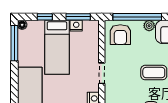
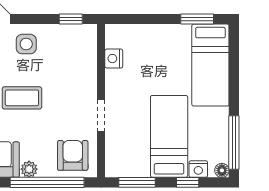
nightstand: (76, 26) -> (198, 169), moved
doorway: (102, 73) -> (101, 116), moved

